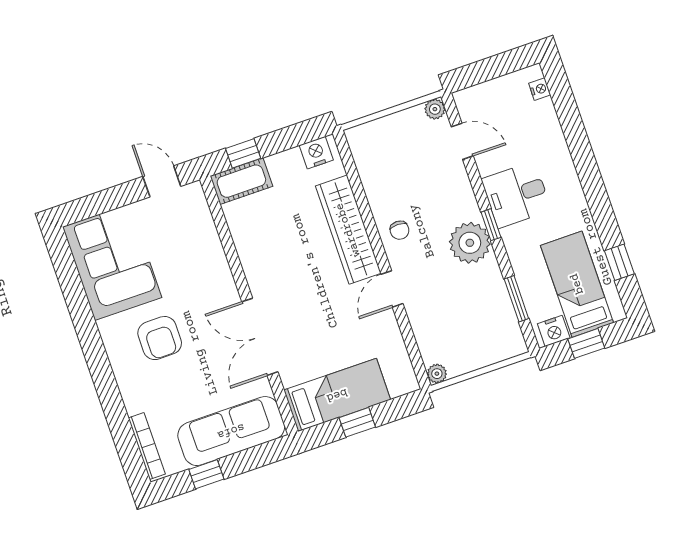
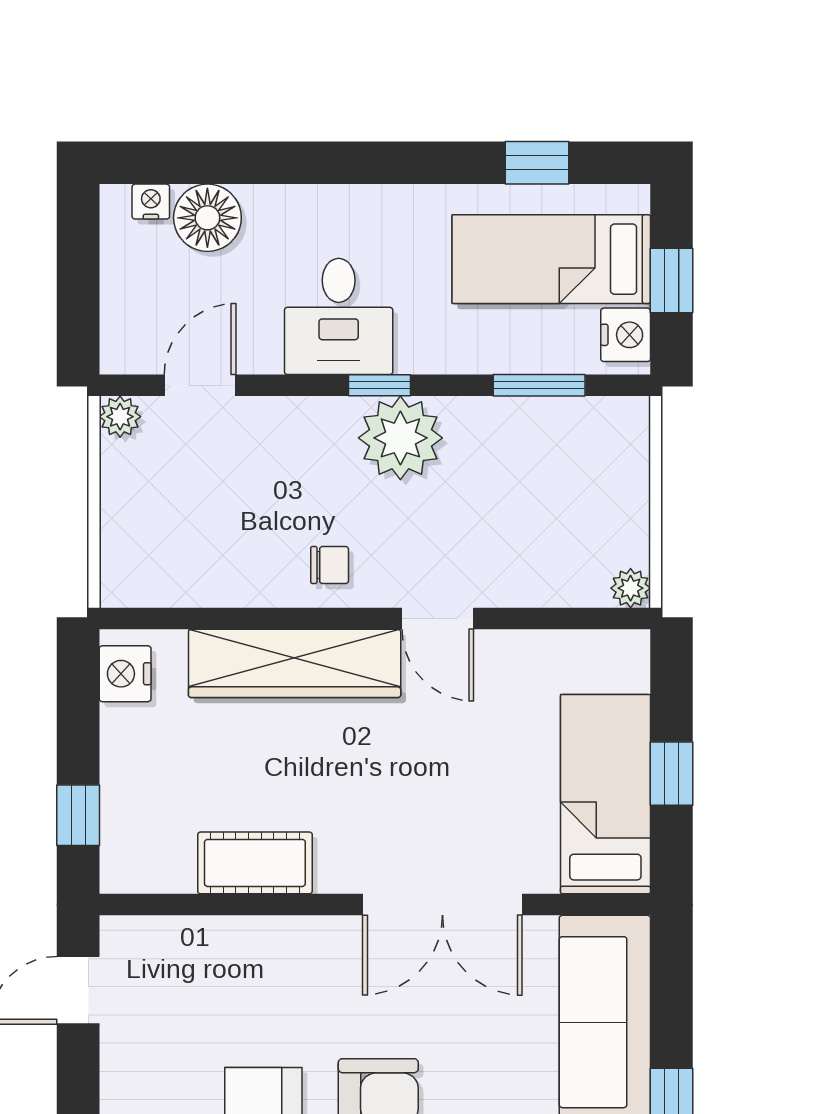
floor lamp: (541, 118) -> (207, 218), added
cot: (241, 181) -> (255, 863), moved, turned 90

